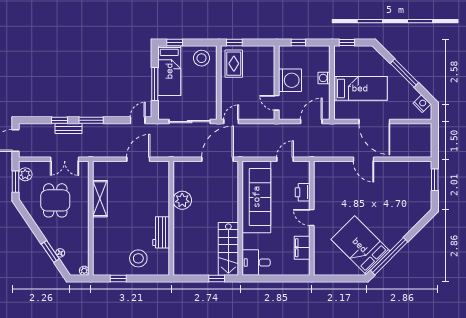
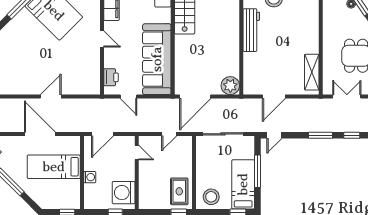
washing machine: (290, 80) -> (124, 193), moved
door: (231, 122) -> (169, 134), moved
bench: (69, 129) -> (343, 127), removed
door: (285, 159) -> (128, 97), hinge flipped
door: (363, 159) -> (51, 97), hinge flipped
printer: (303, 192) -> (111, 77), moved
shelving: (100, 199) -> (312, 72), moved
plant: (182, 200) -> (230, 86), moved
workbench: (161, 232) -> (251, 30), width x1.38

